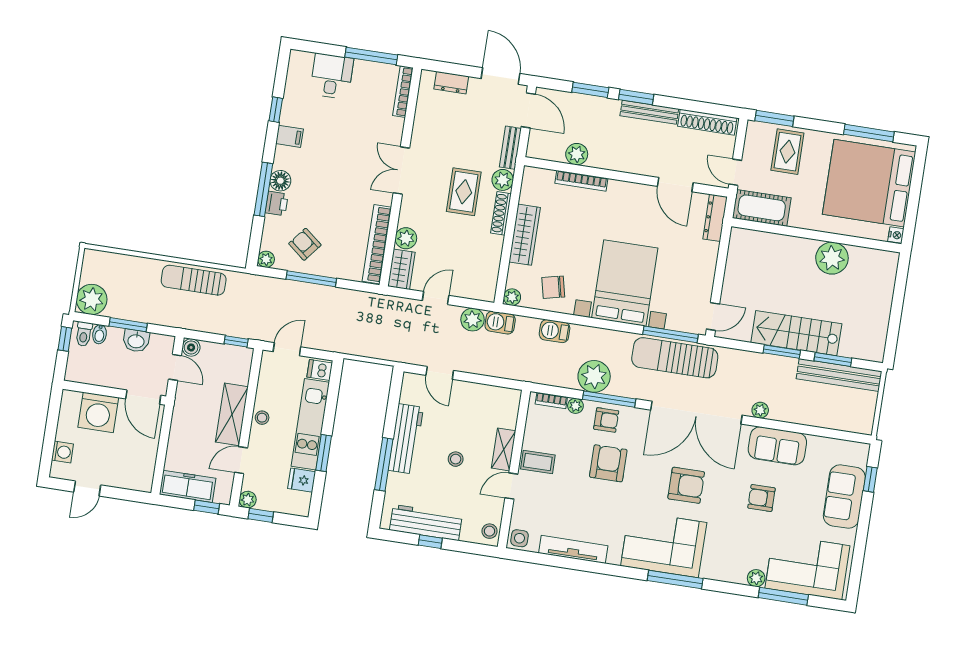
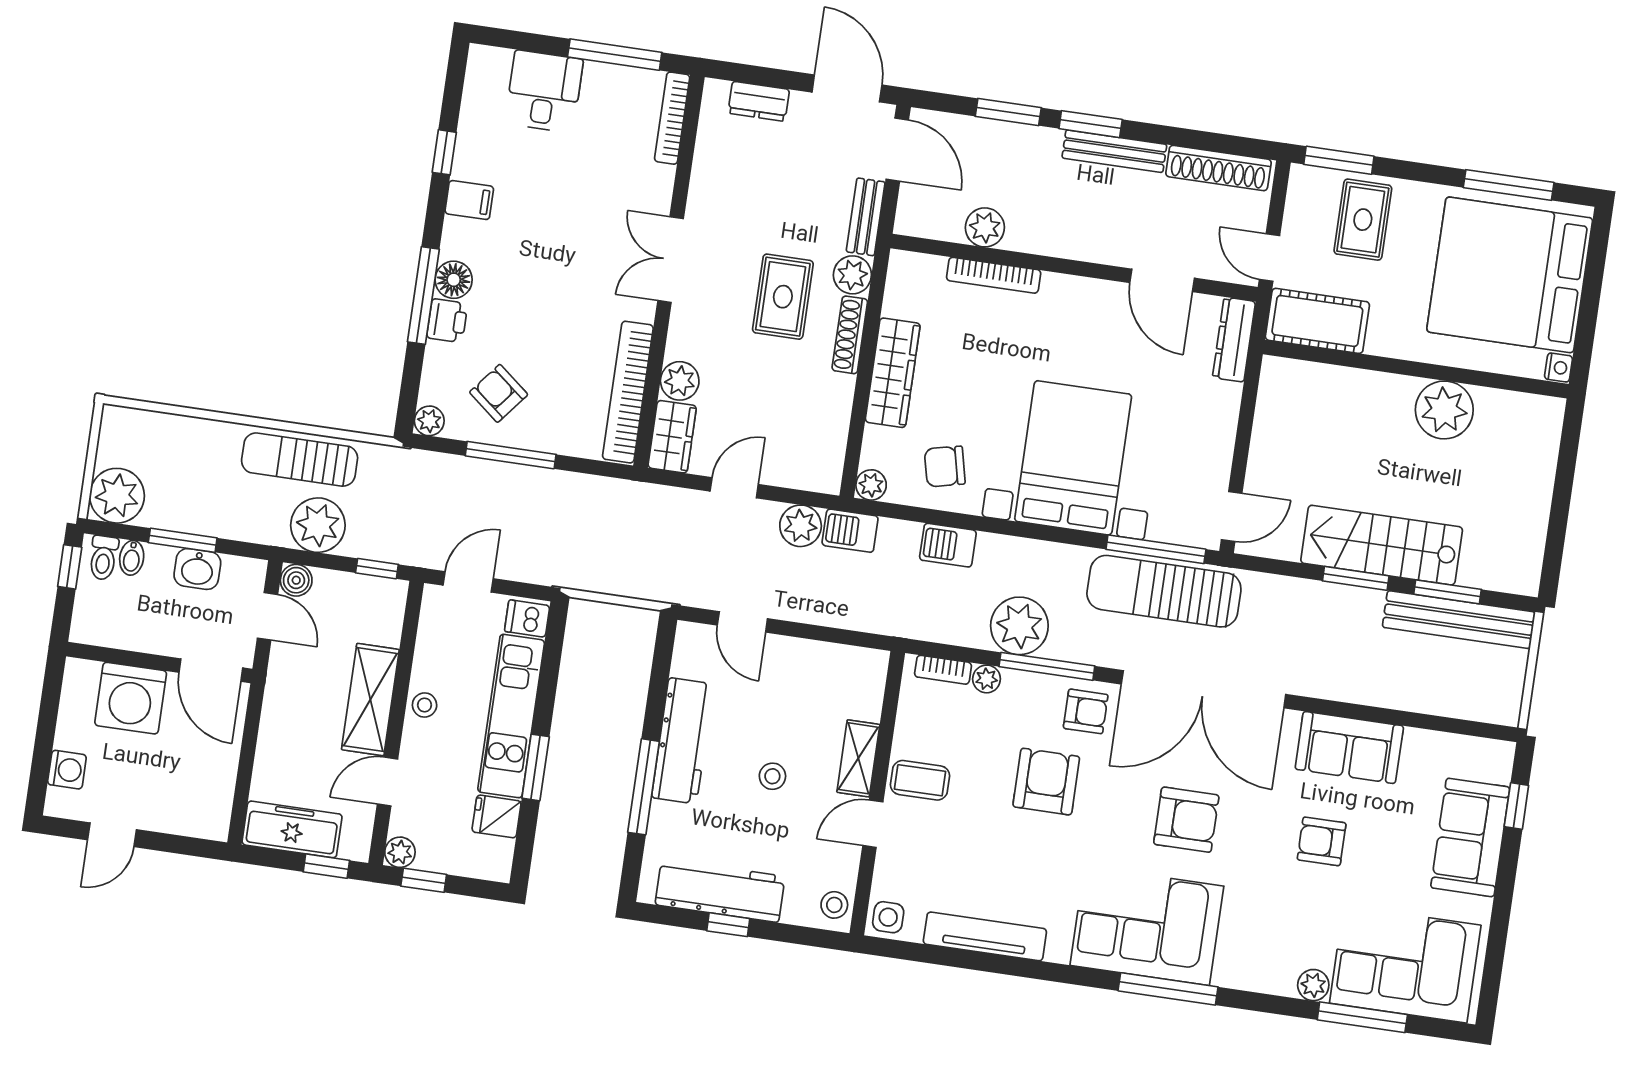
plant: (760, 410) -> (318, 525), moved, width x1.88, depth x1.88
armchair: (606, 420) -> (1086, 711), moved

